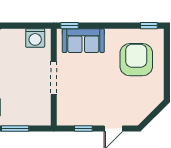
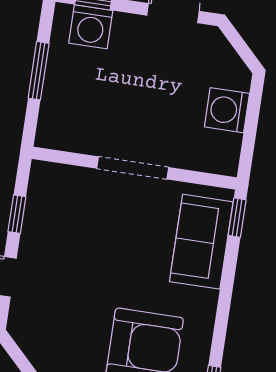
washing machine: (35, 38) -> (227, 110), moved

